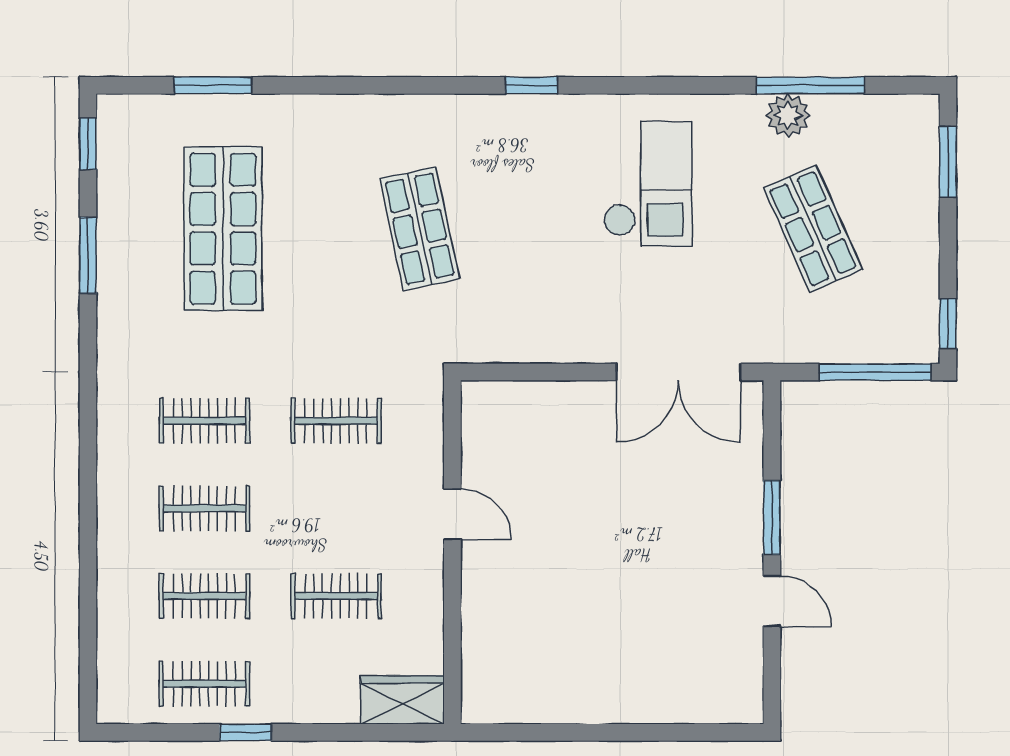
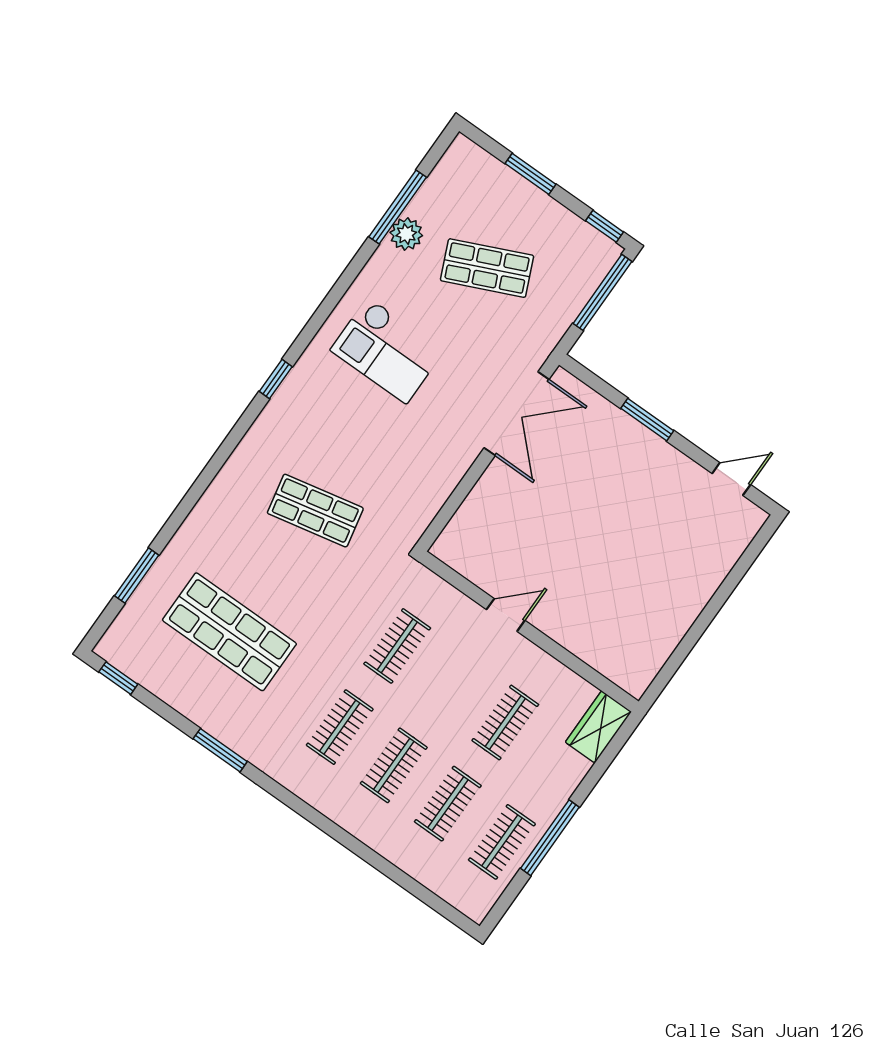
window: (948, 162) -> (531, 174), moved
checkout: (648, 184) -> (387, 350), turned 180
window: (88, 255) -> (220, 750), moved
door: (772, 601) -> (731, 479), moved
window: (246, 732) -> (550, 838), width x2.17

